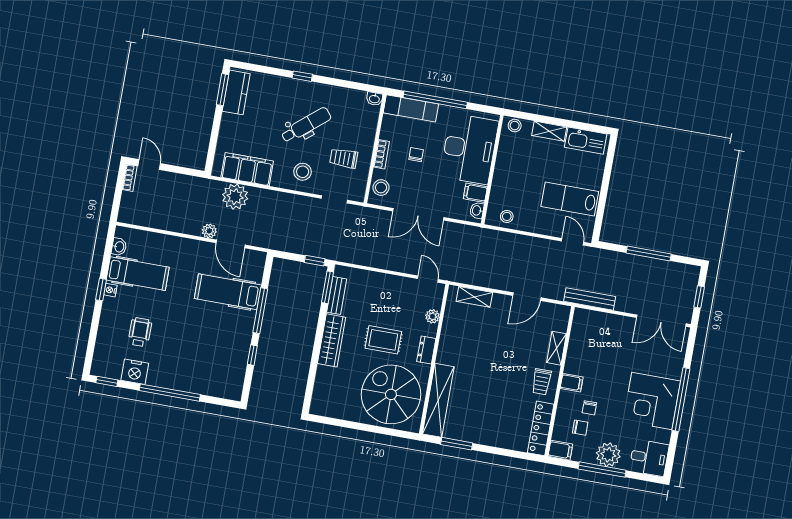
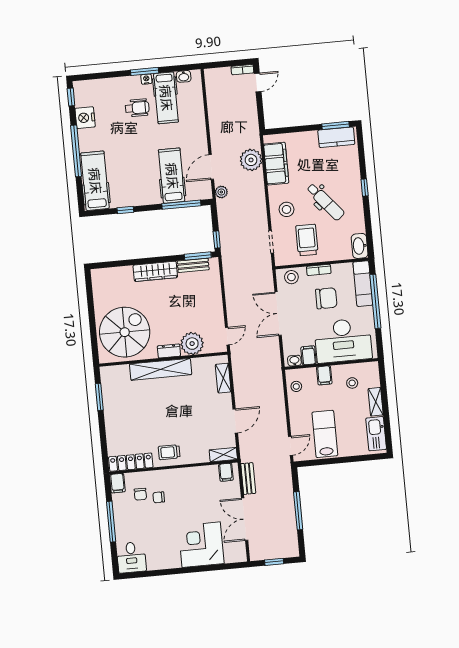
washbasin: (374, 99) -> (360, 246), width x1.91, depth x1.45
stool: (515, 126) -> (352, 383), moved
chair: (416, 155) -> (326, 298), width x1.87, depth x1.87
trolley: (344, 158) -> (307, 240), width x1.36, depth x1.39
filing cabinet: (503, 181) -> (324, 375), added
plant: (209, 231) -> (221, 192), moved
window: (101, 290) -> (145, 71), width x1.50
door: (527, 297) -> (235, 421), swing flipped
bench: (590, 299) -> (248, 478), width x0.73
window: (260, 311) -> (181, 205), moved
plant: (433, 316) -> (192, 344), width x1.88, depth x1.88
double door: (661, 321) -> (245, 519), moved
wheelchair: (140, 332) -> (137, 108), moved
rug: (383, 340) -> (167, 313), removed
shelving: (556, 348) -> (223, 455), moved
hospital bed: (210, 380) -> (95, 181), added
filing cabinet: (572, 383) -> (226, 472), moved
window: (681, 399) -> (186, 570), removed
shelving: (438, 400) -> (161, 369), moved
corner desk: (652, 401) -> (201, 545), moved
plant: (608, 455) -> (125, 523), removed

